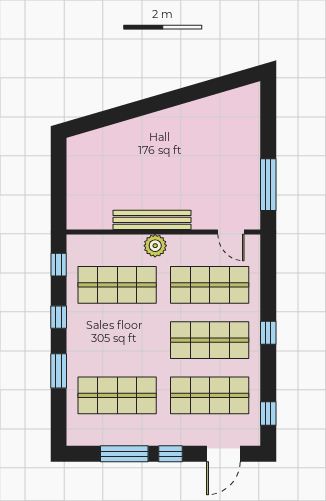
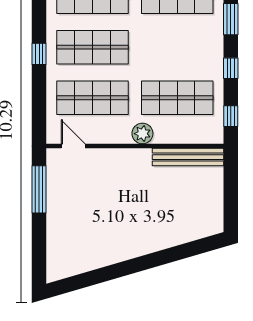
bench: (152, 220) -> (188, 157), moved

